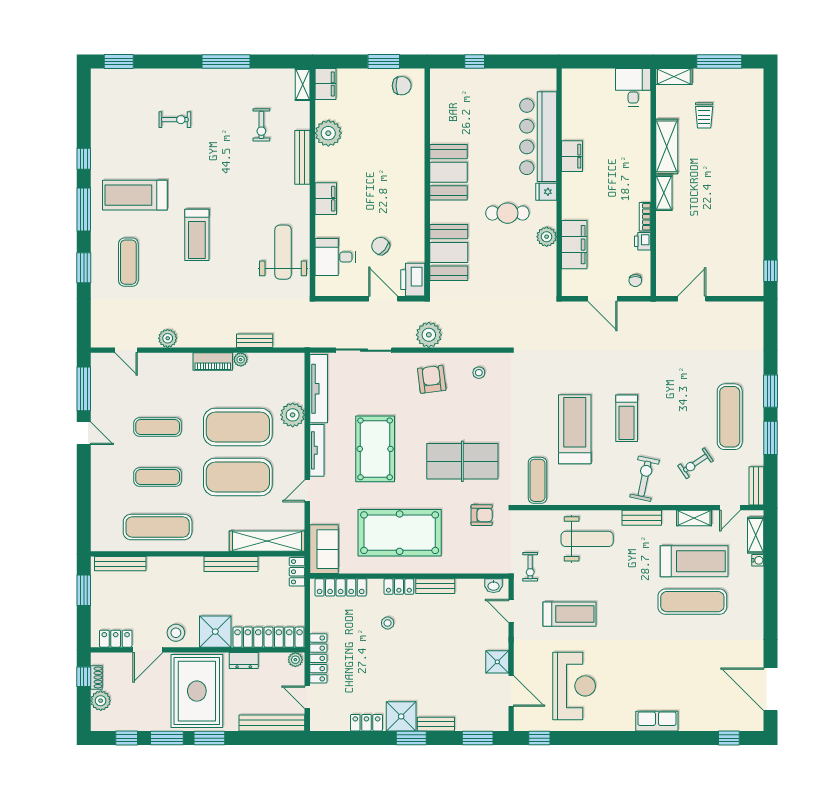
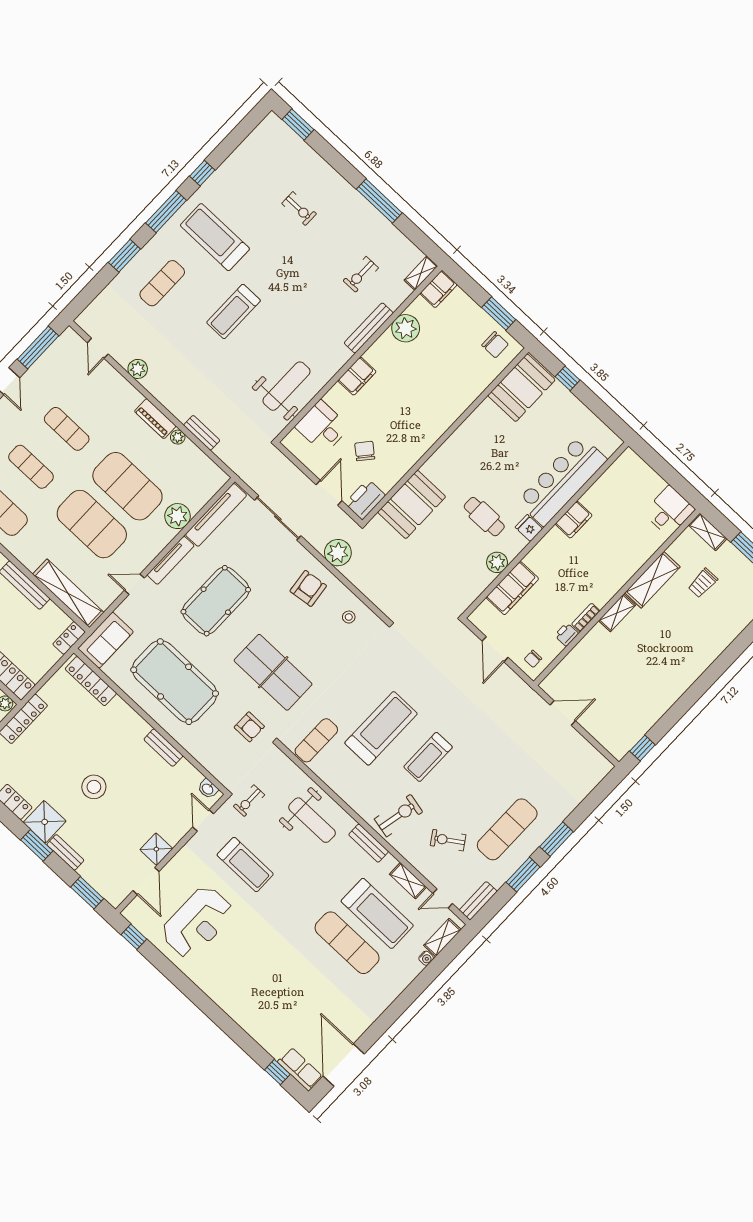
booth: (449, 172) -> (521, 388), moved
locker: (399, 587) -> (136, 722), removed
stool: (388, 623) -> (94, 787), moved, width x1.89, depth x1.89
row of seats: (657, 721) -> (300, 1069), moved

